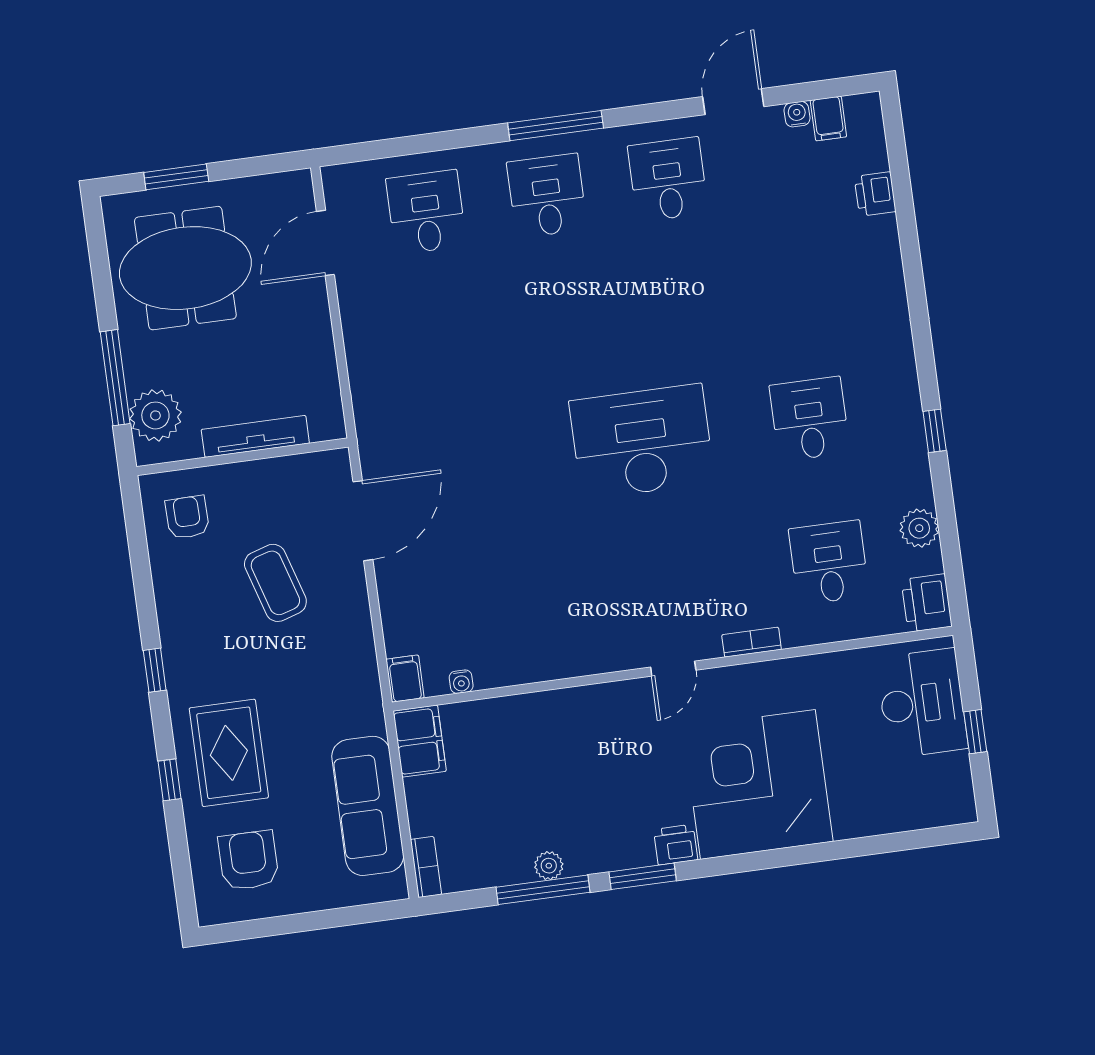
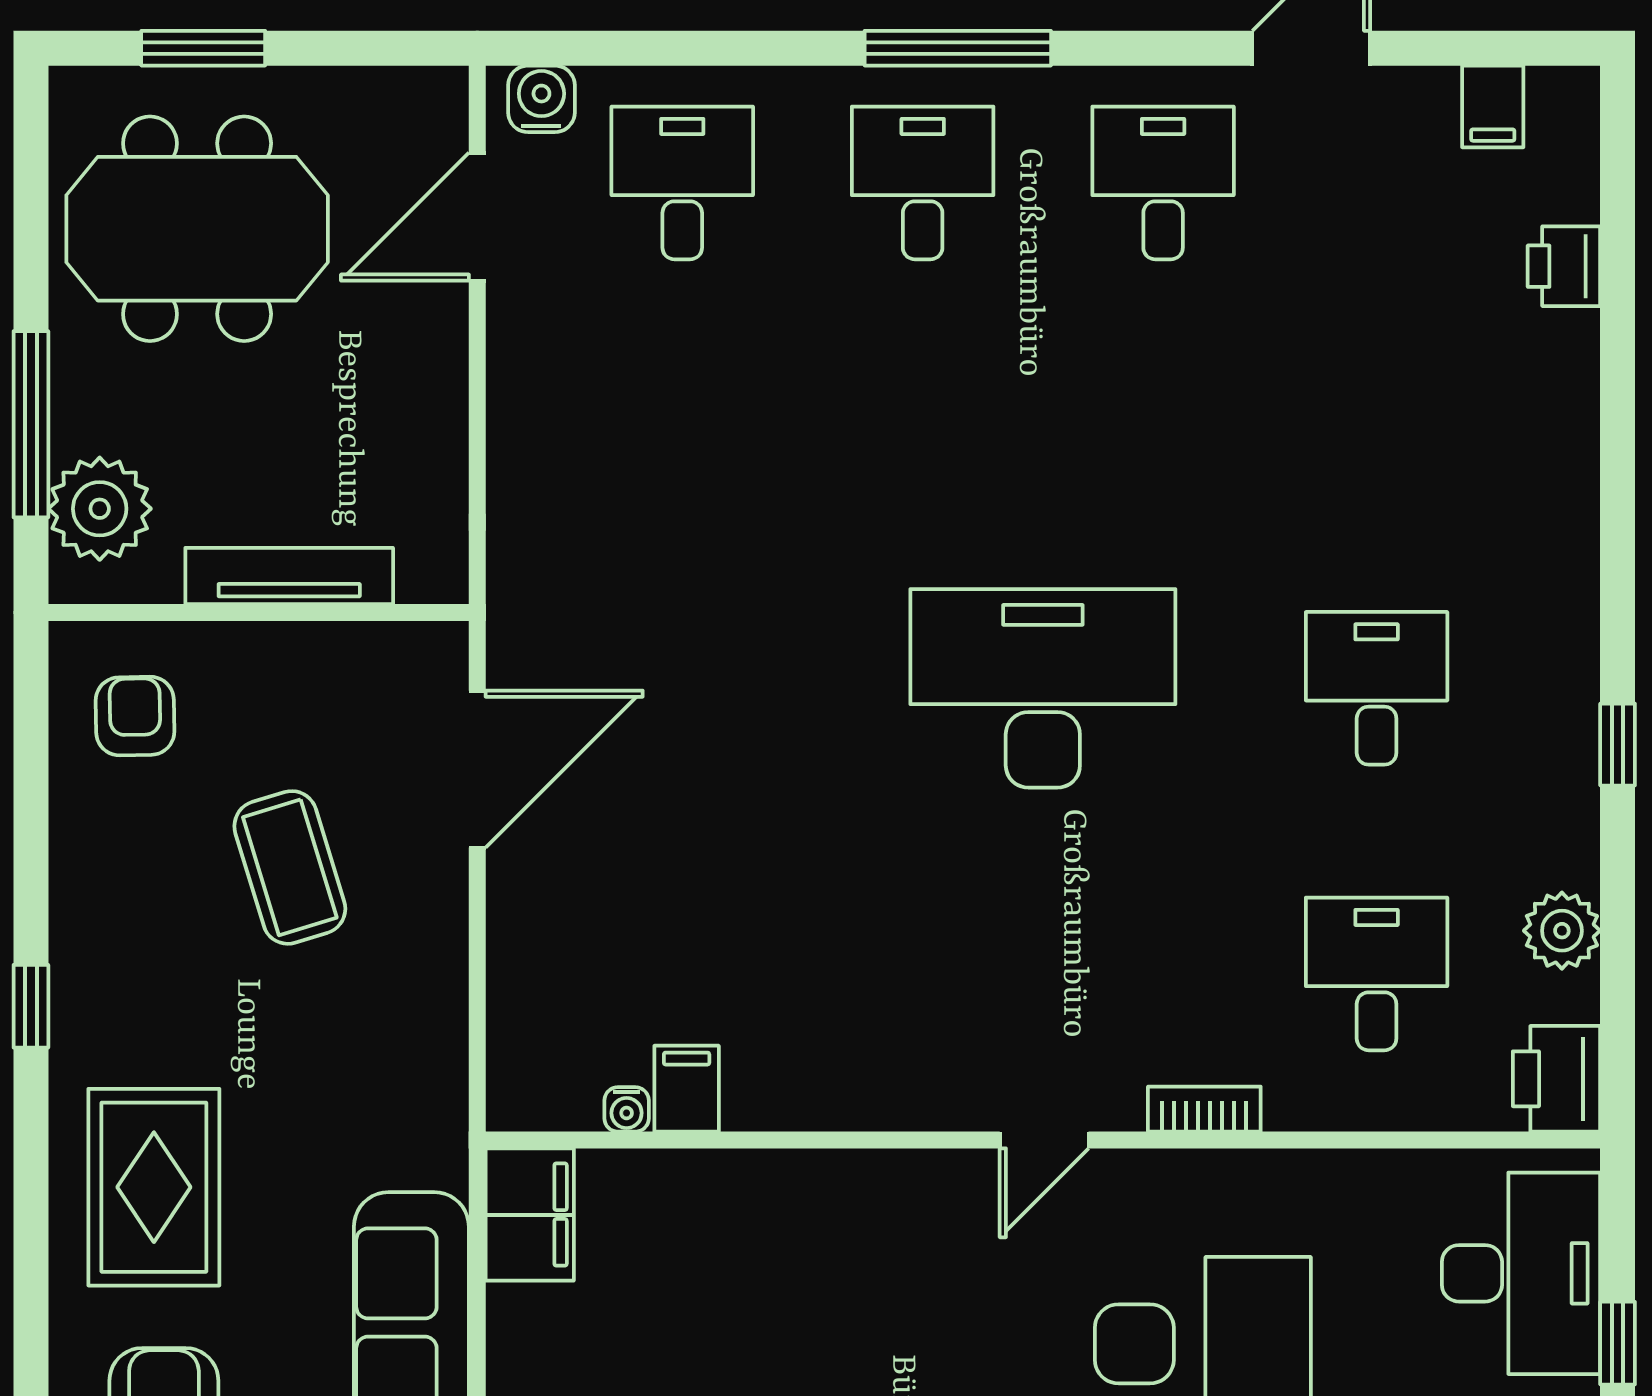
water cooler: (797, 114) -> (541, 99), moved, width x1.38, depth x1.38
filing cabinet: (405, 679) -> (687, 1089), moved
window: (170, 780) -> (31, 1224), removed

